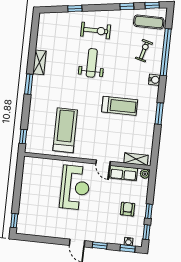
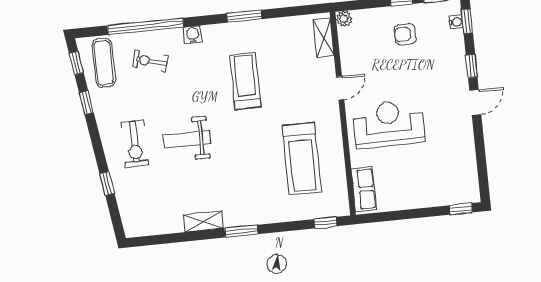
exercise bike: (96, 31) -> (135, 144), turned 180
treadmill: (65, 130) -> (302, 159), turned -90
row of seats: (123, 173) -> (364, 189), moved

